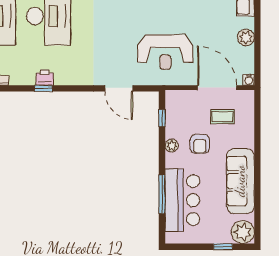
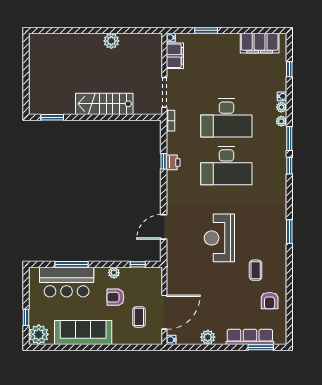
reception desk: (165, 52) -> (219, 238), moved

